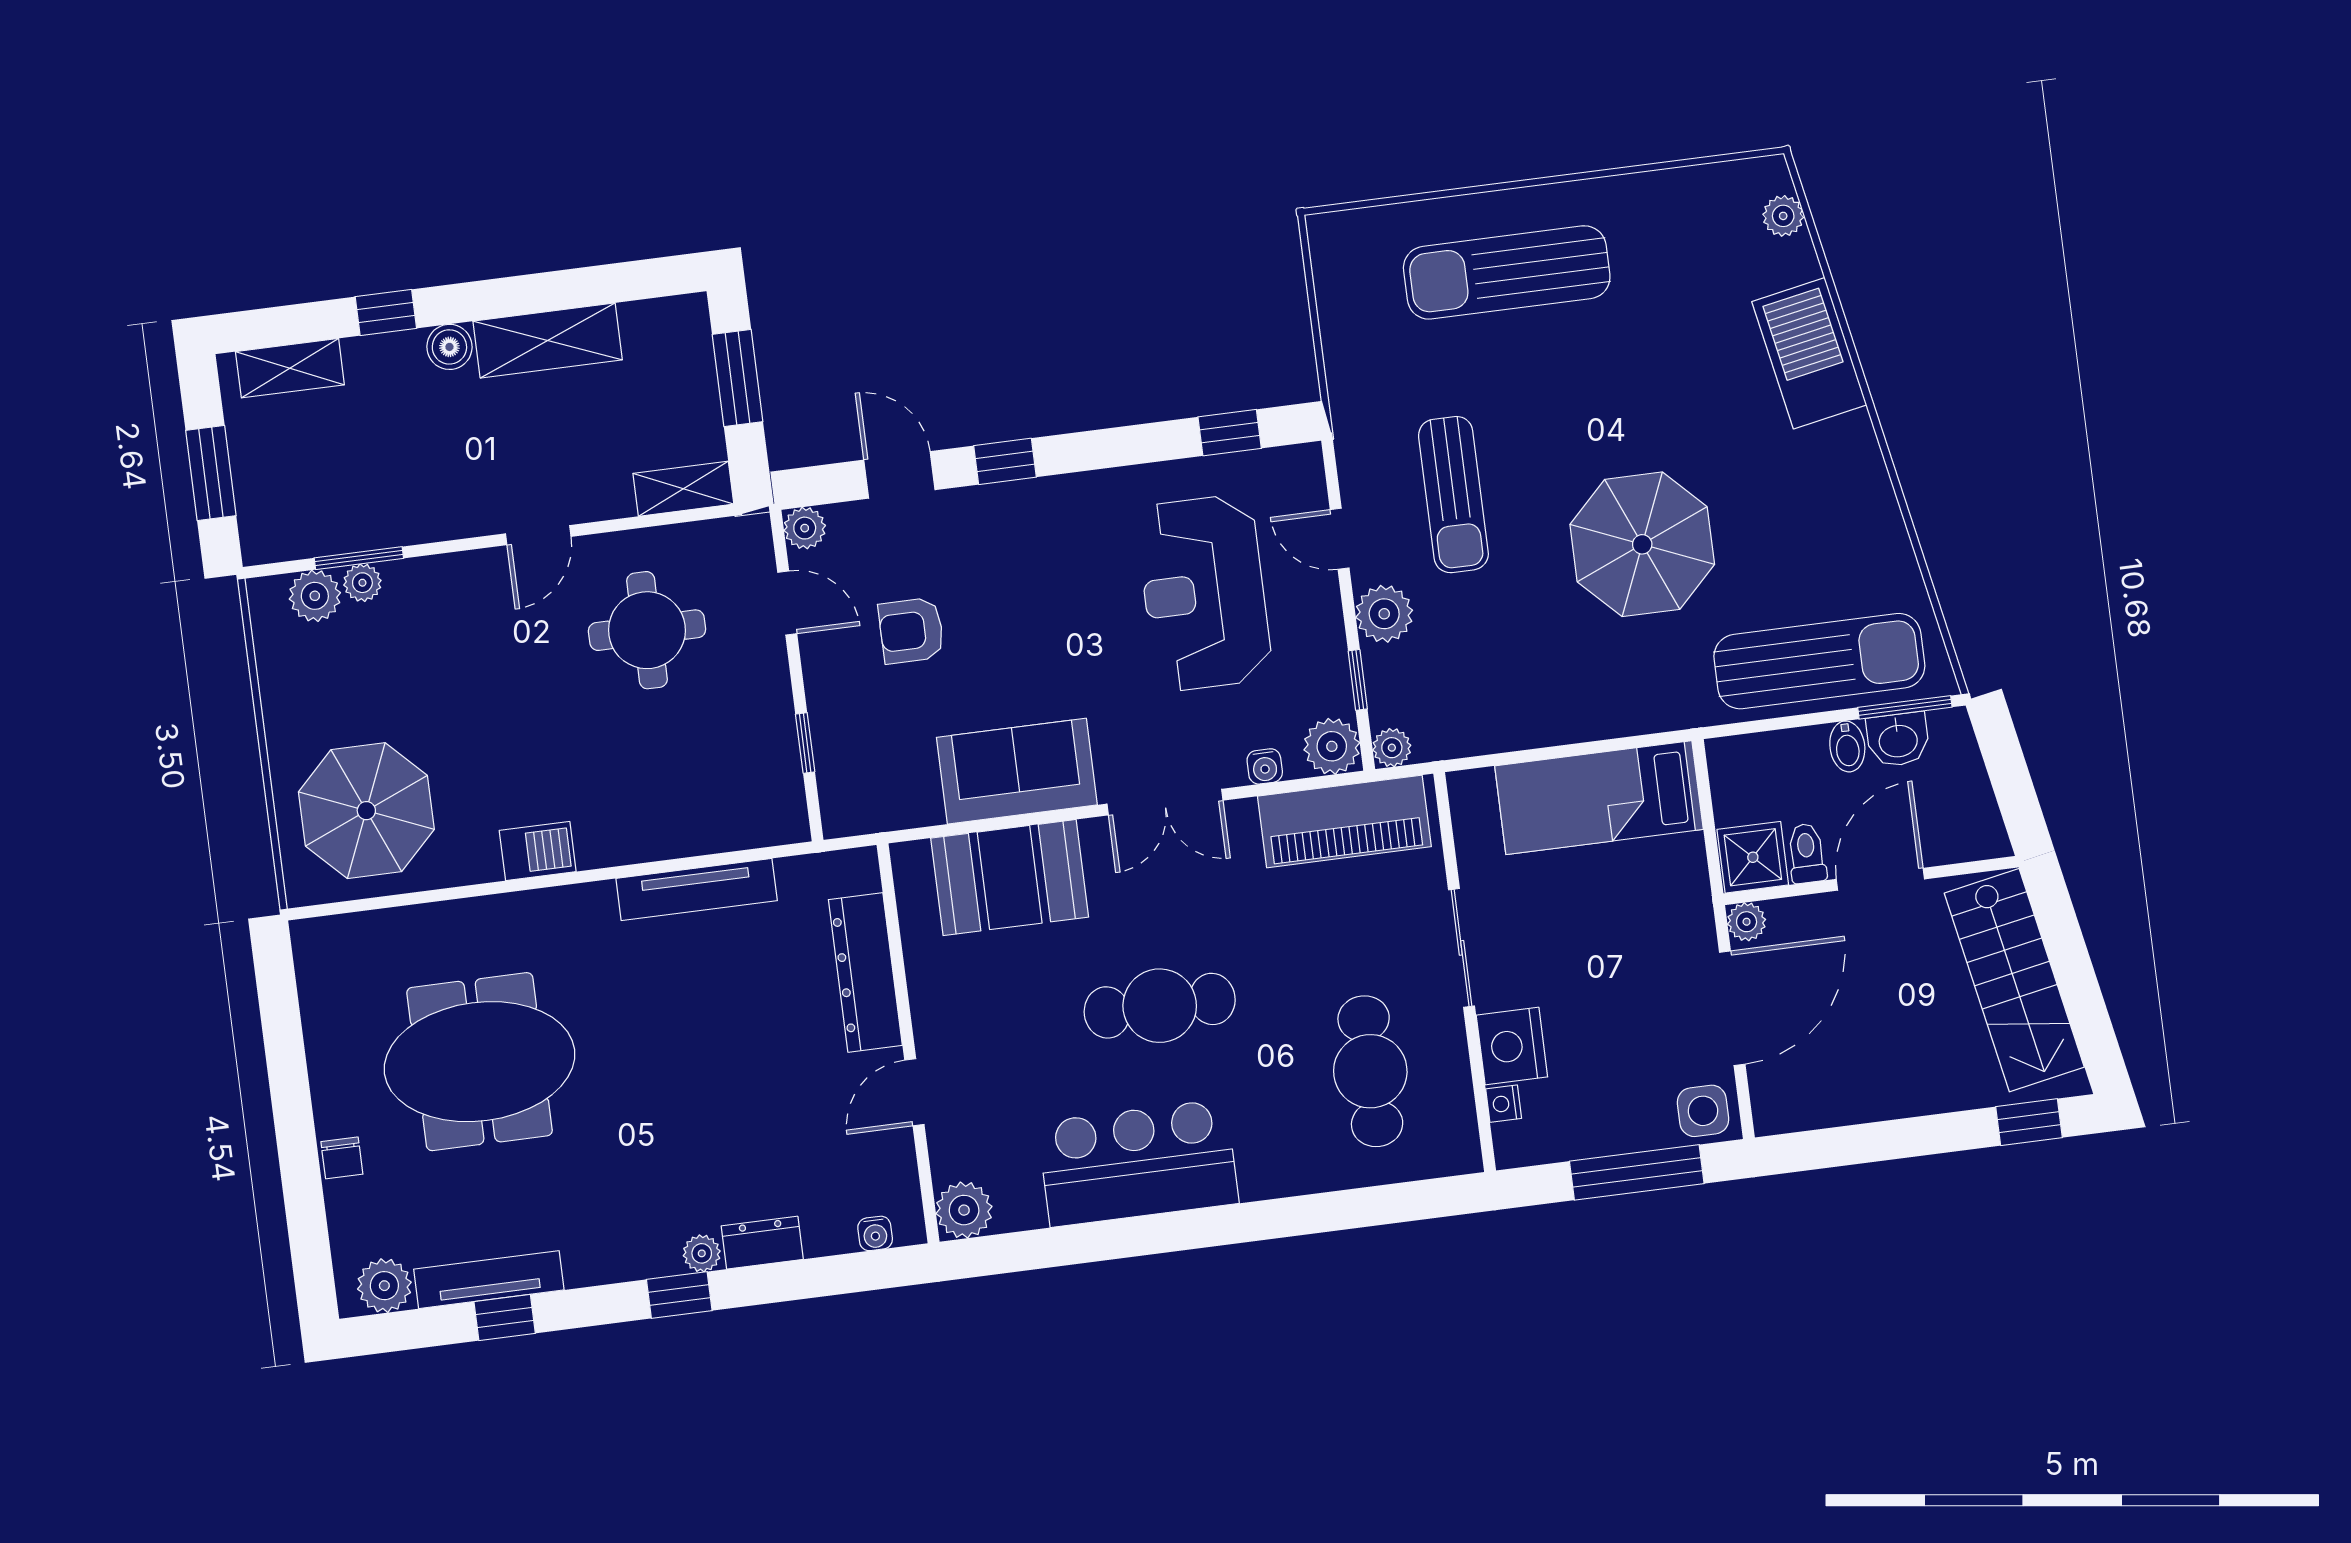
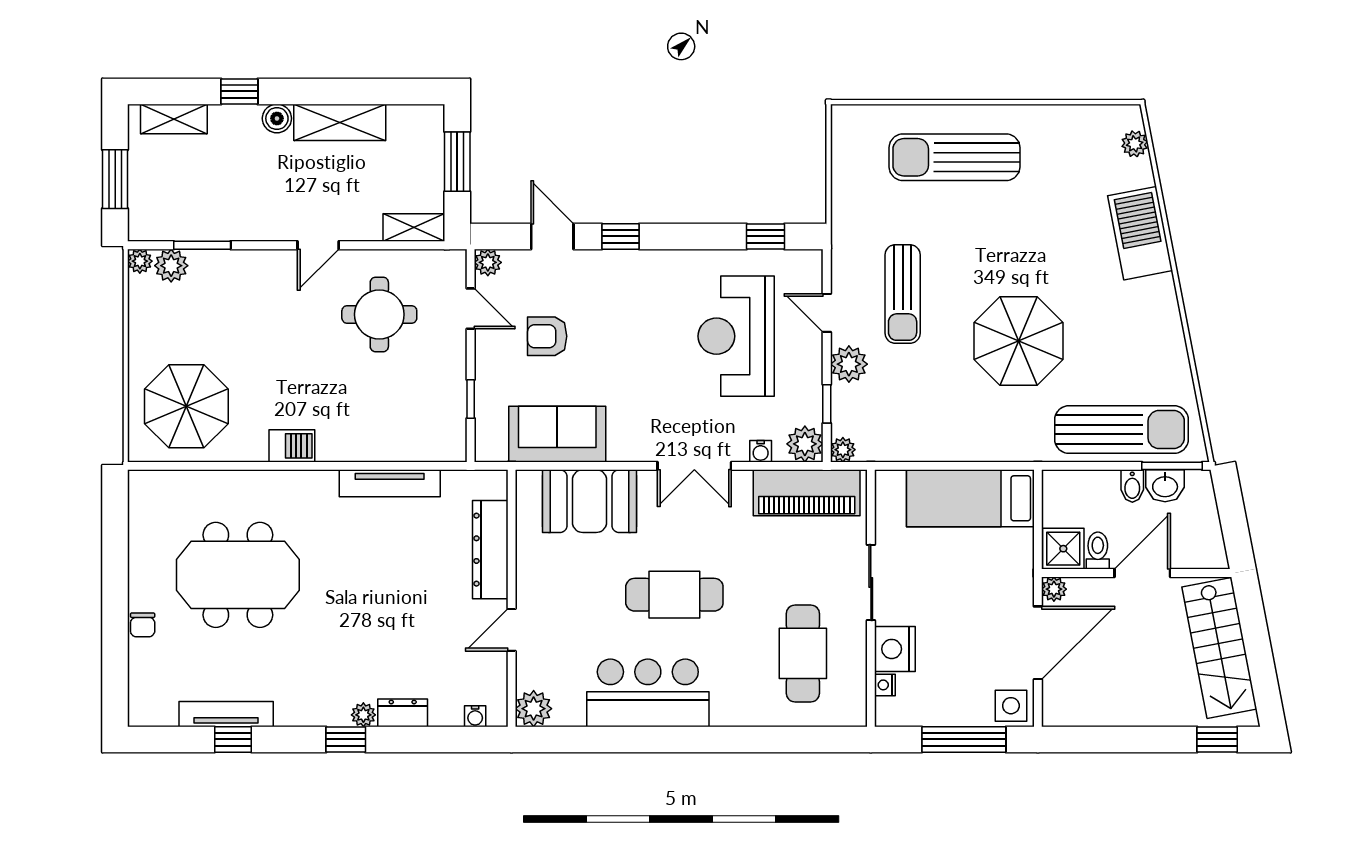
plant: (362, 583) -> (140, 261), moved
sofa: (1017, 771) -> (557, 434), moved
plant: (384, 1286) -> (159, 709), removed

